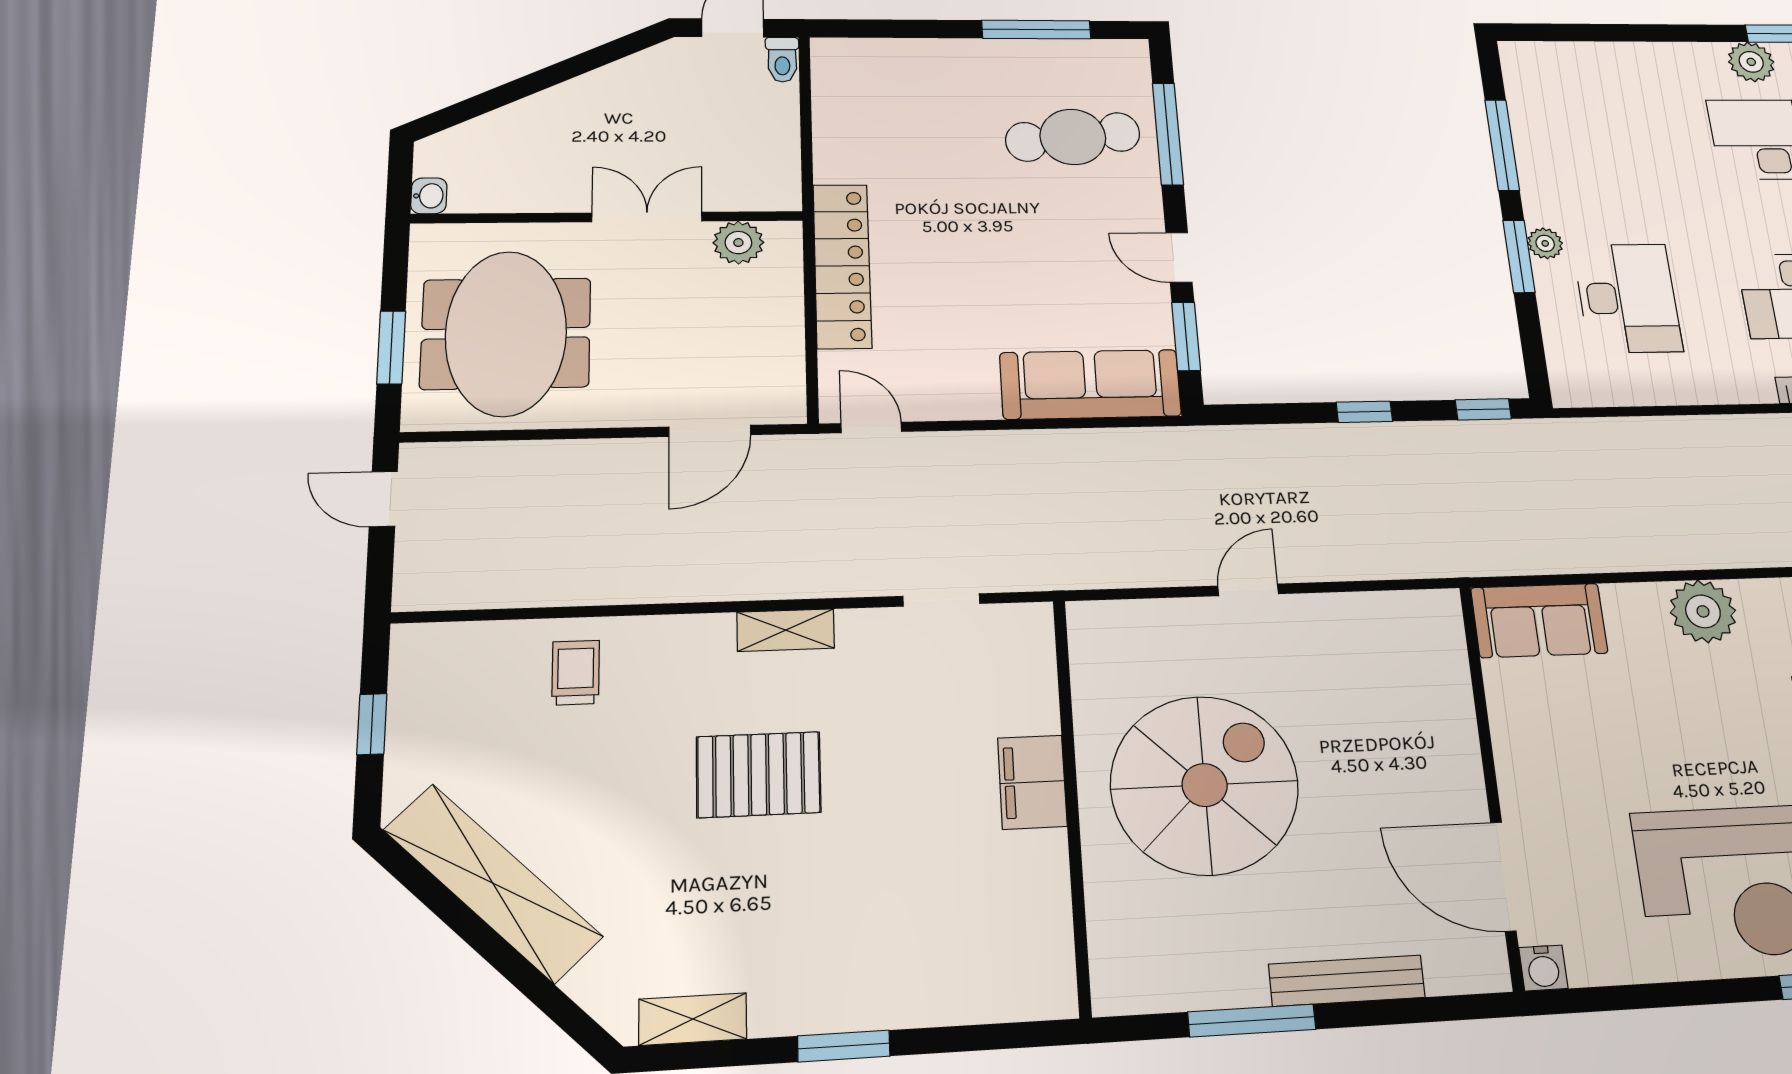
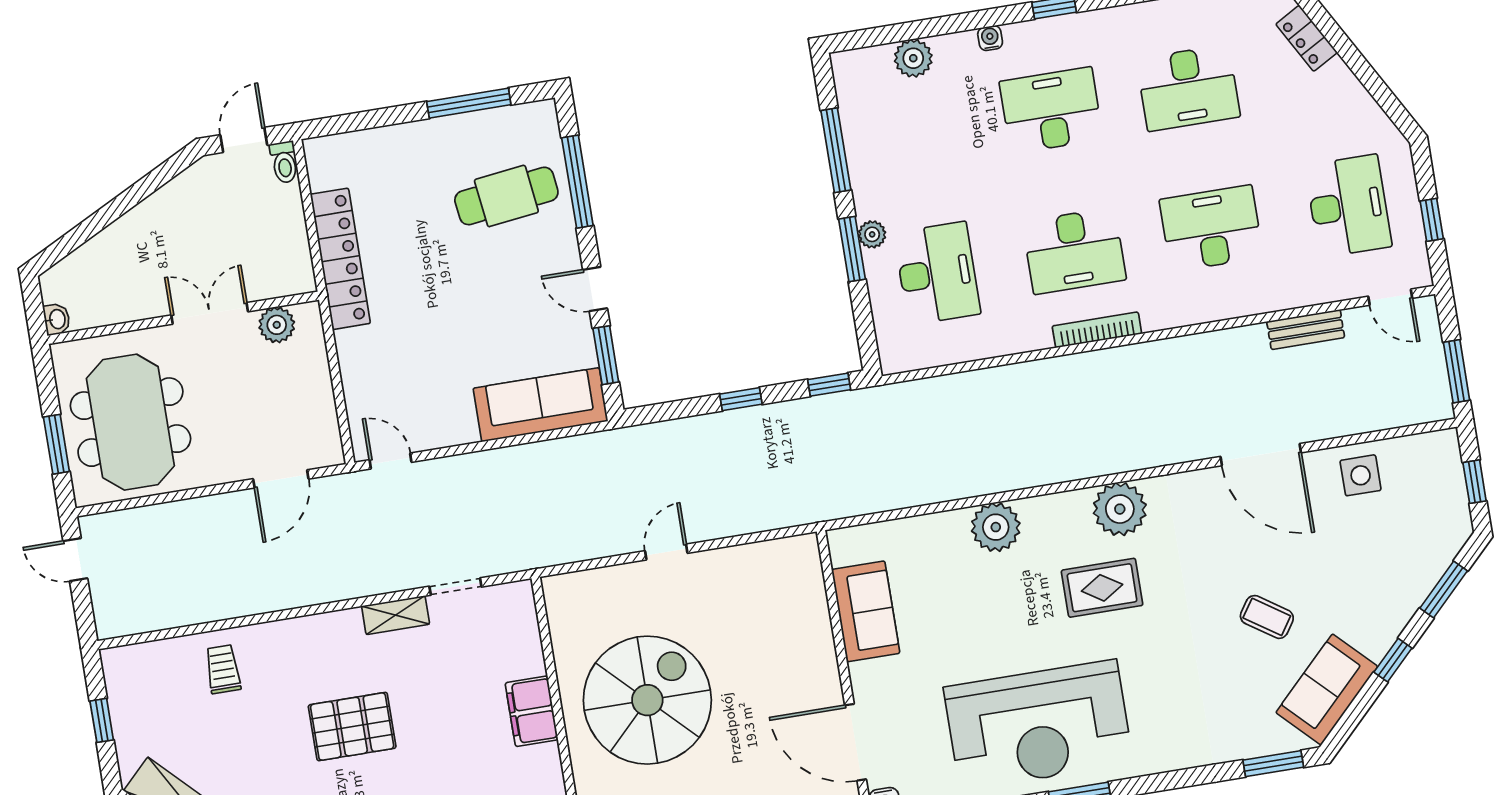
water cooler: (1695, 54) -> (990, 38), added
plant: (1751, 62) -> (913, 58), moved
locker: (842, 266) -> (340, 259), moved
sofa: (1539, 620) -> (866, 611), moved, turned -90
shelving: (786, 630) -> (396, 615), moved

